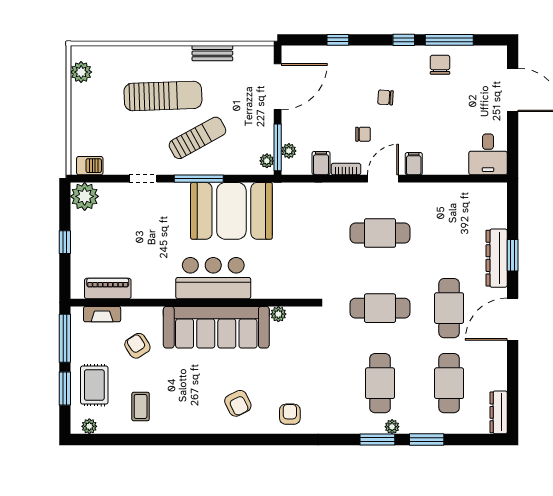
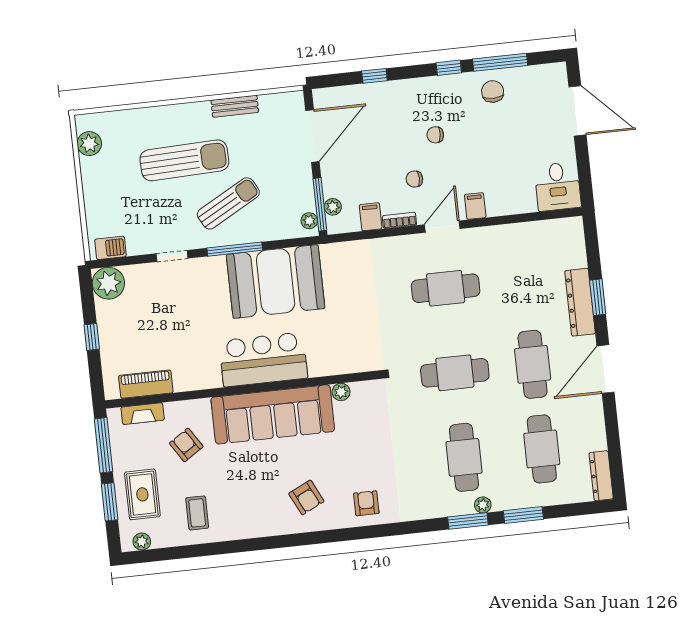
chair: (363, 134) -> (414, 179), turned 180

